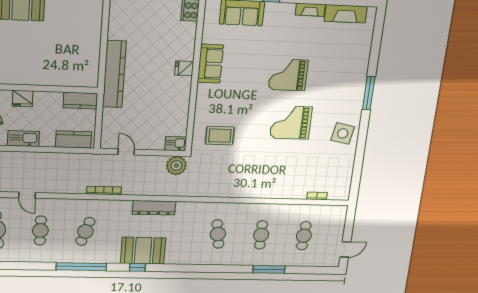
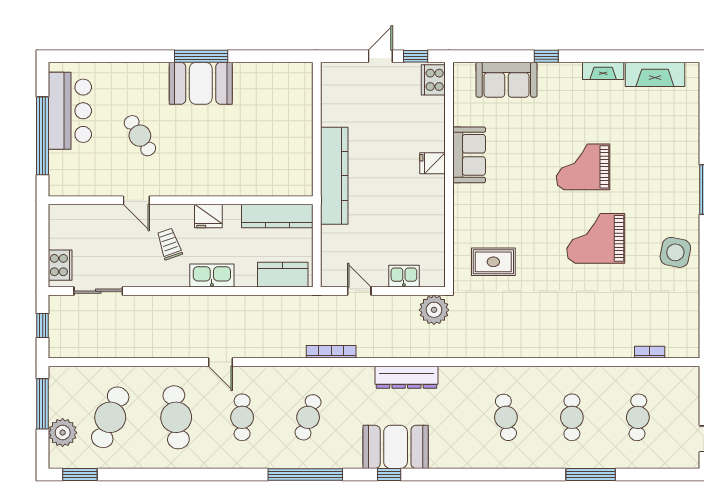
kitchen counter: (80, 101) -> (277, 216), width x1.50
kitchen sink: (176, 144) -> (404, 276), moved

